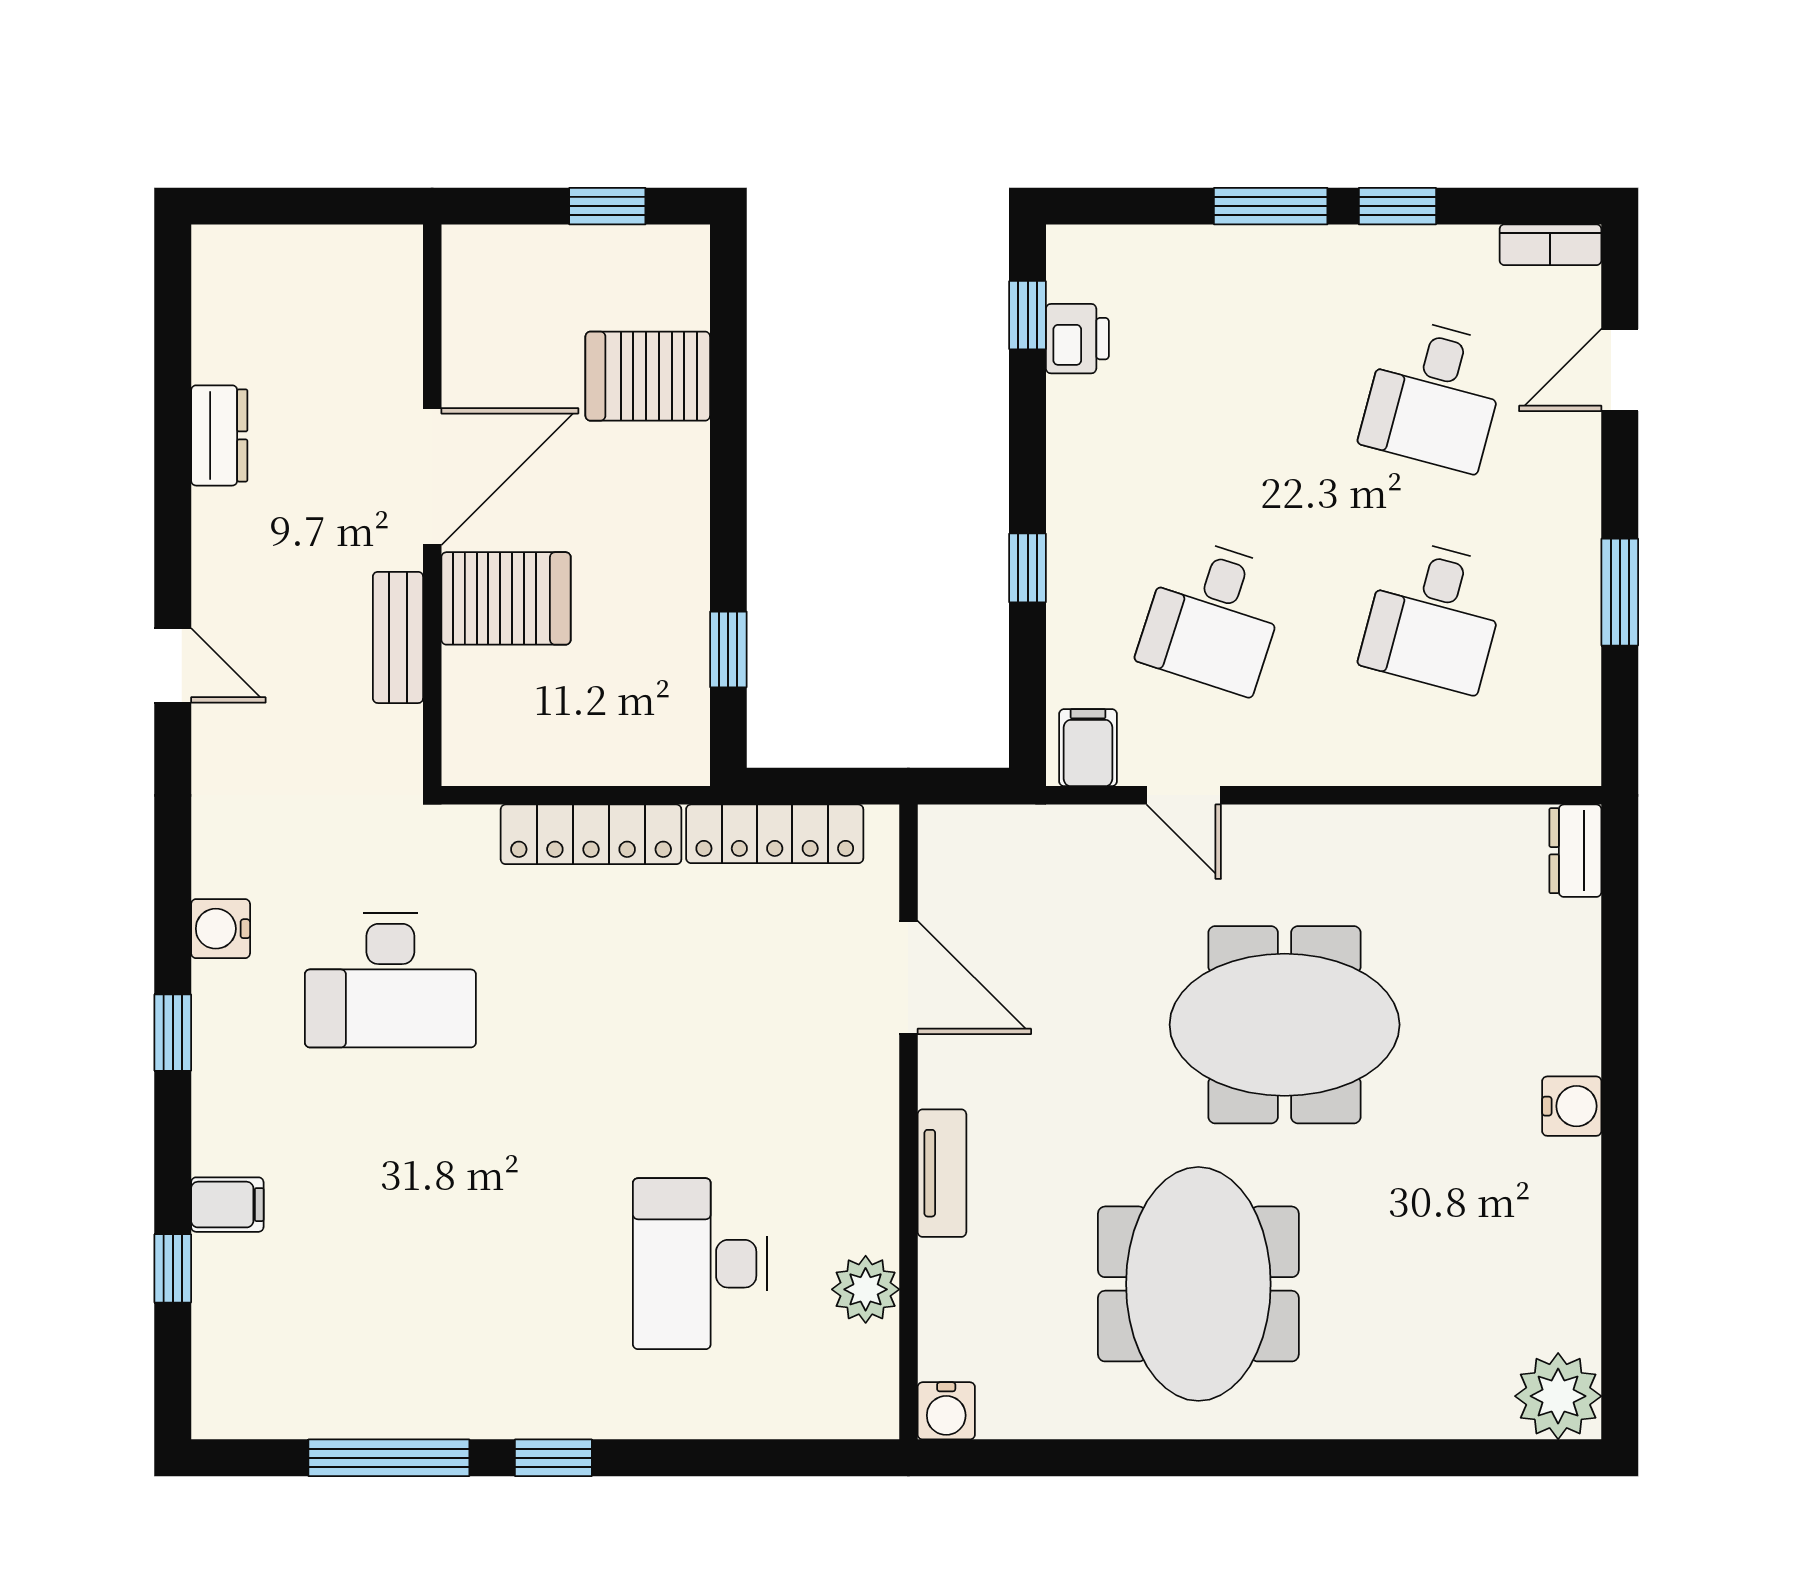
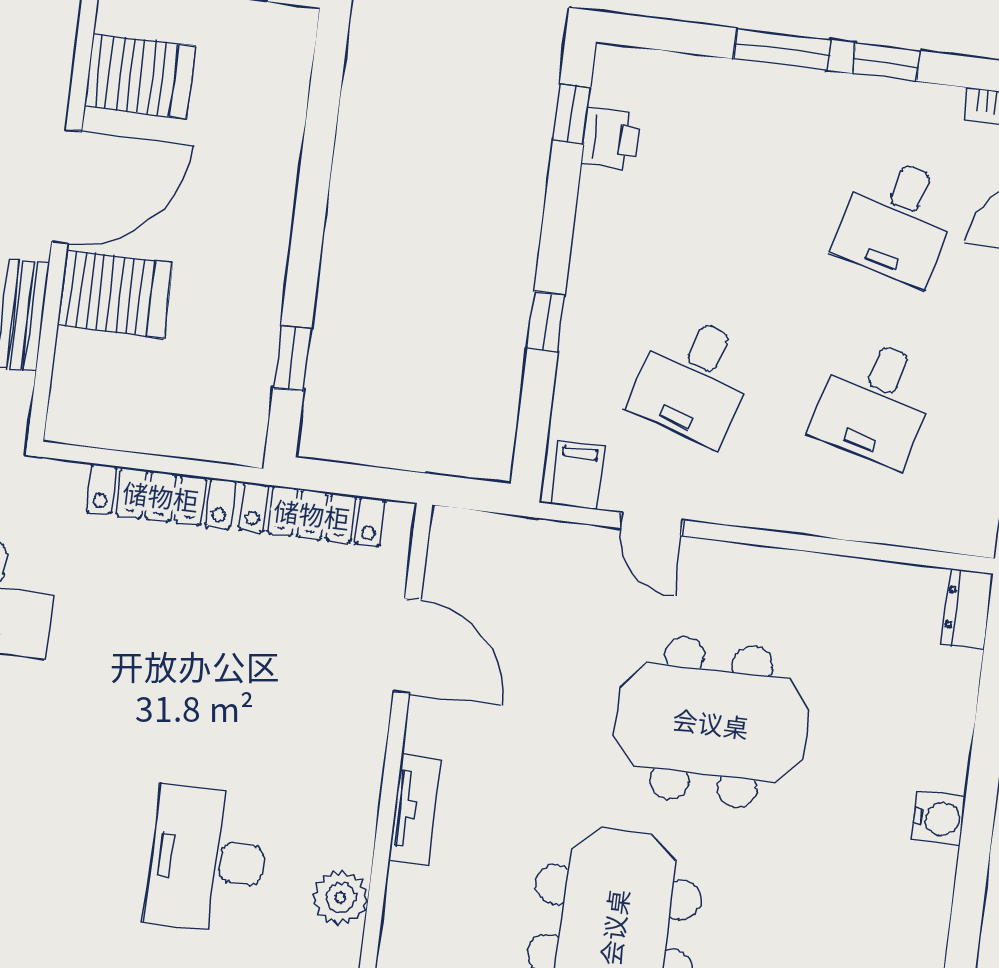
server rack: (648, 376) -> (140, 76), moved, turned 180

